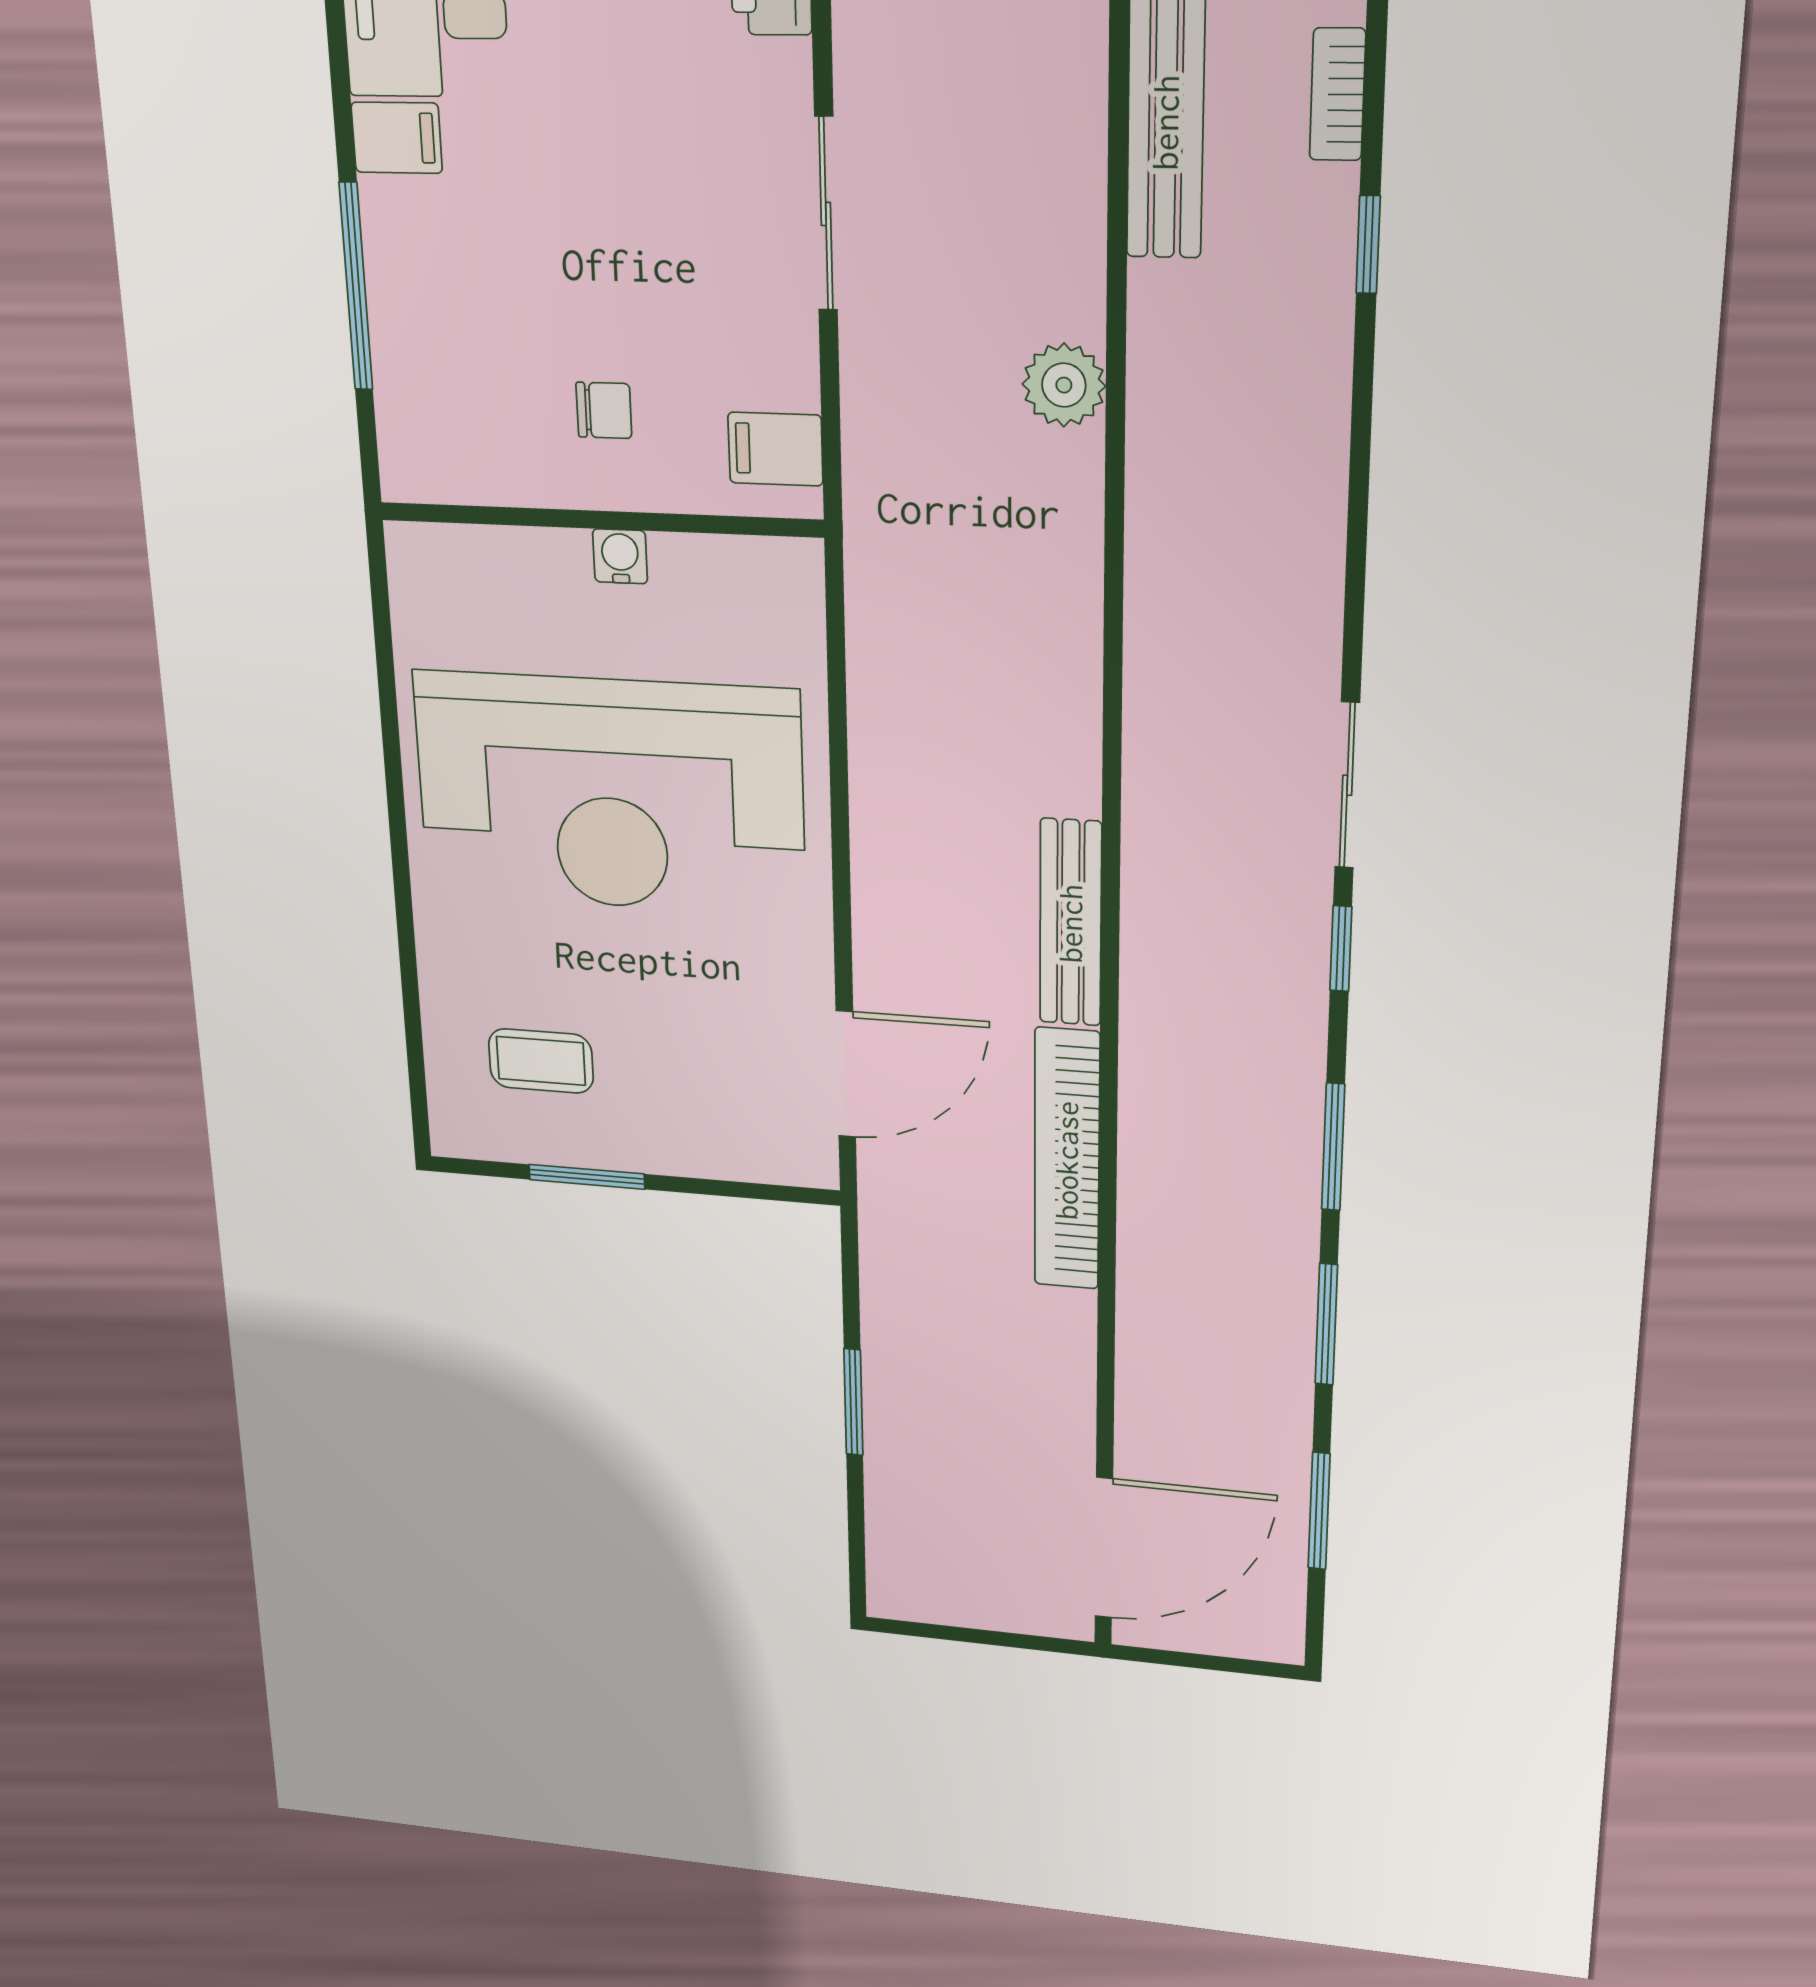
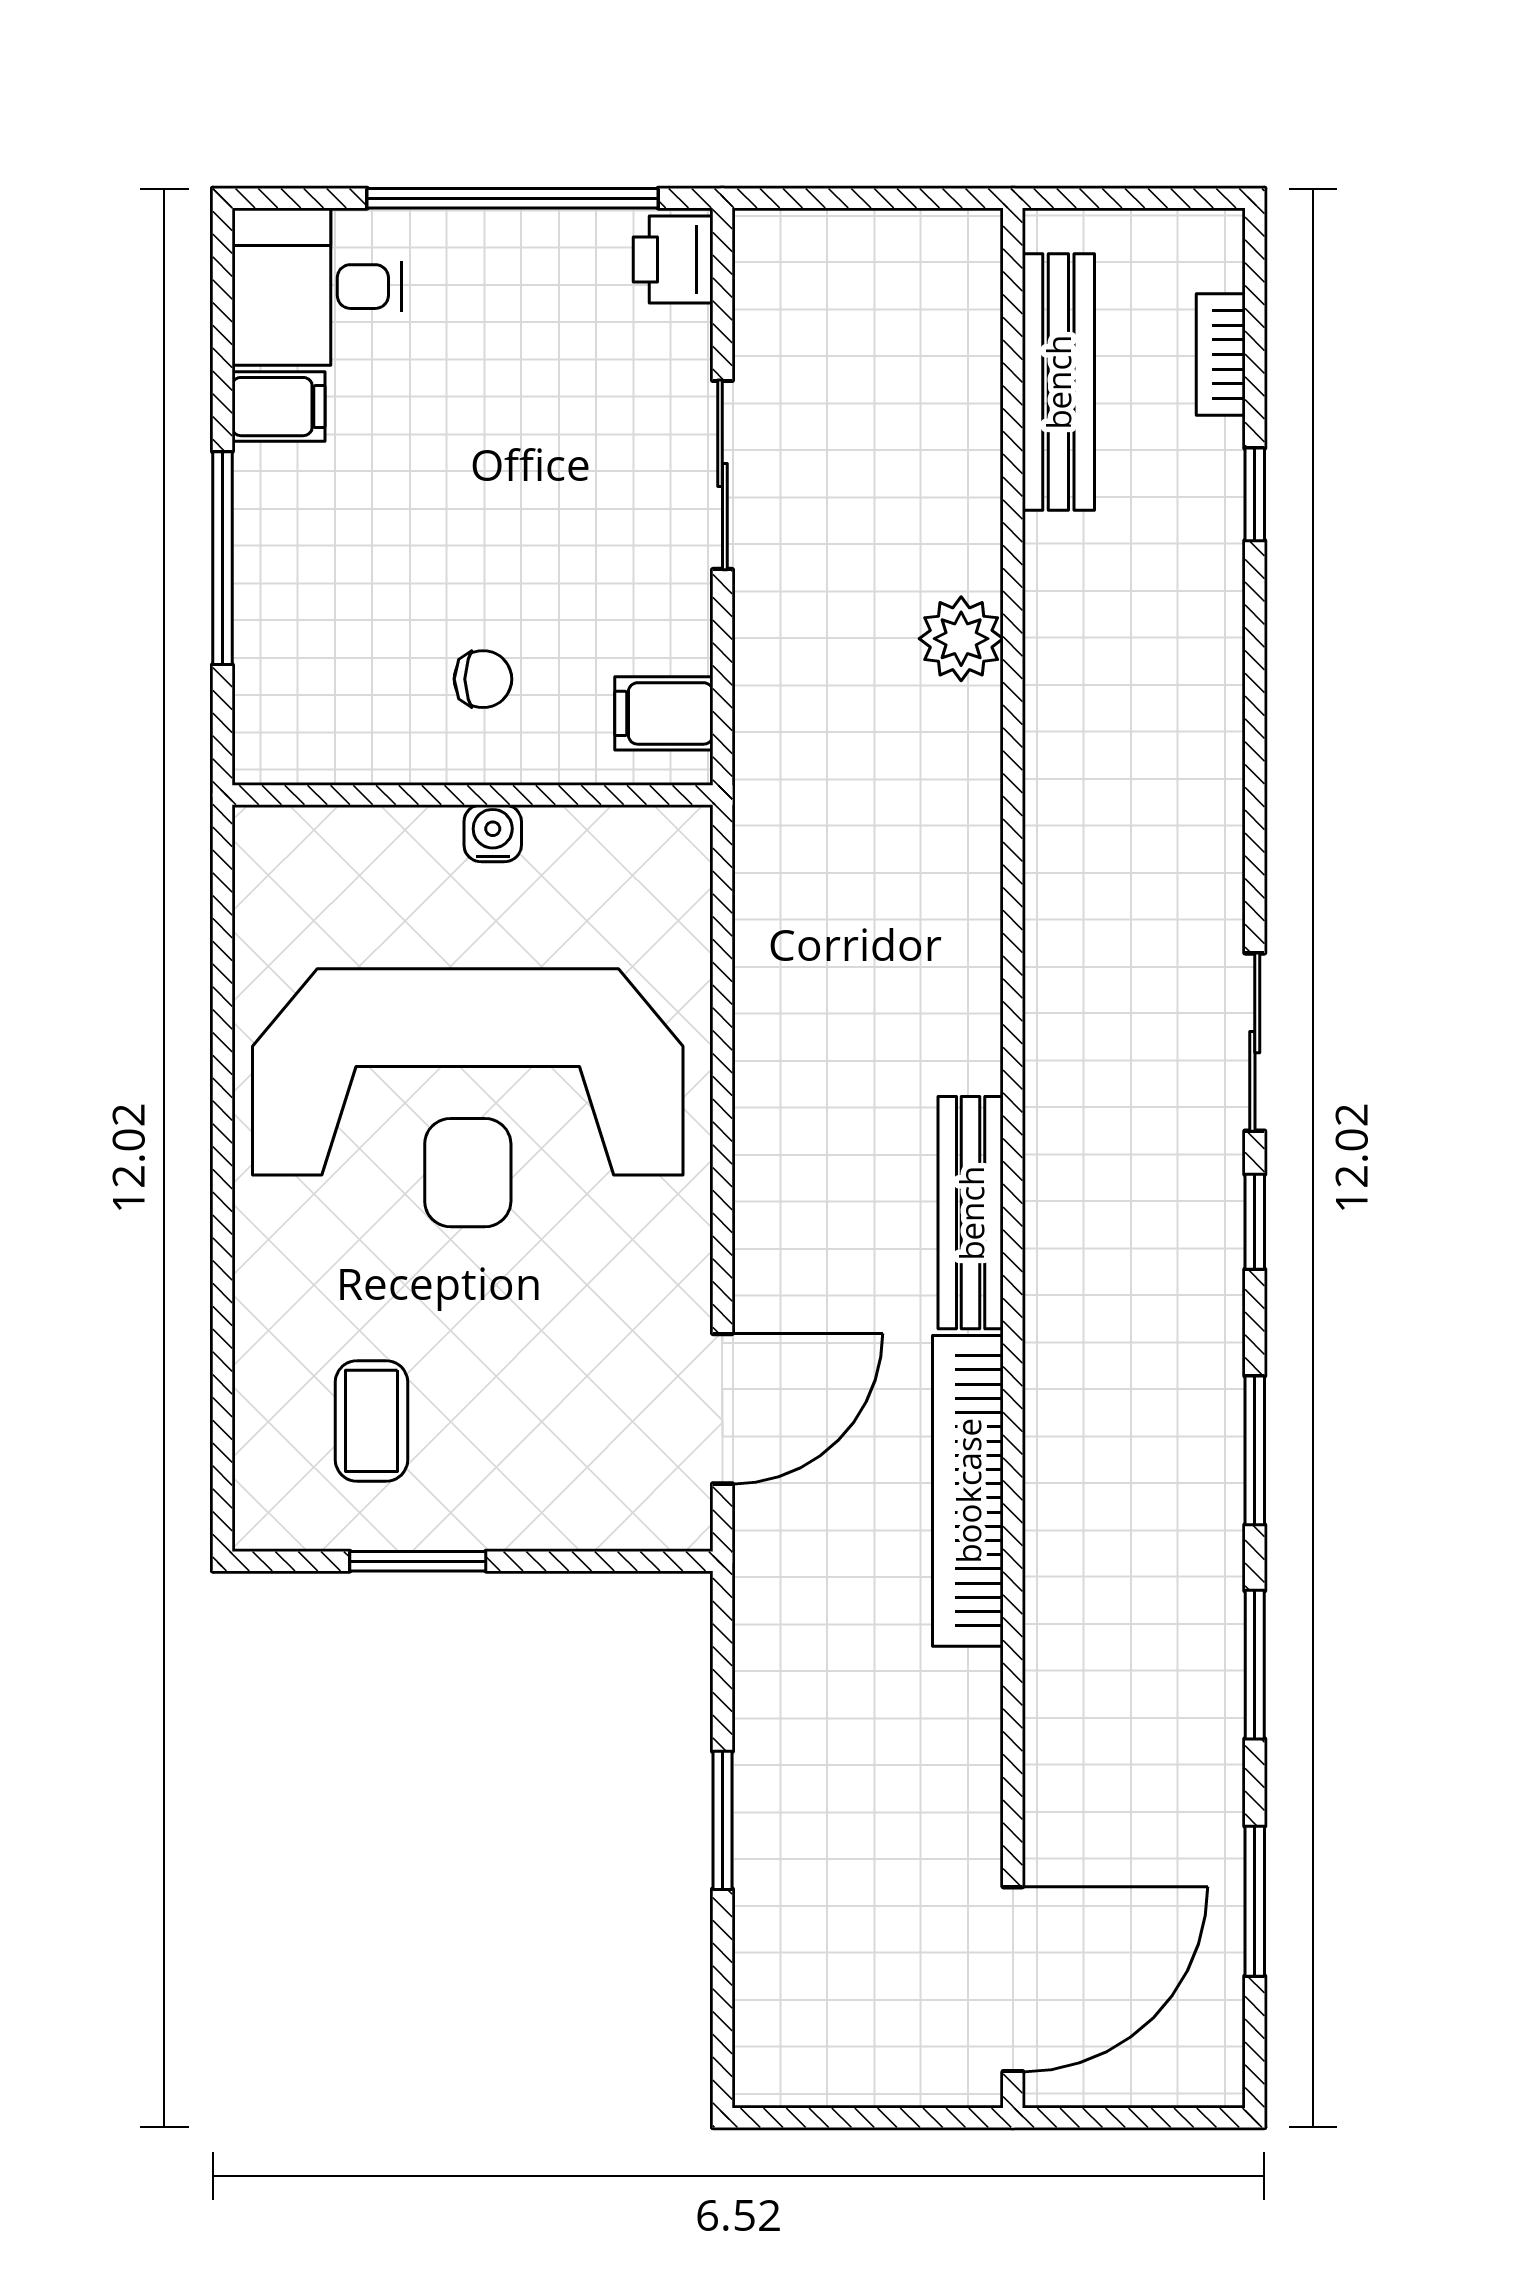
coffee table: (541, 1061) -> (372, 1421), turned 90

